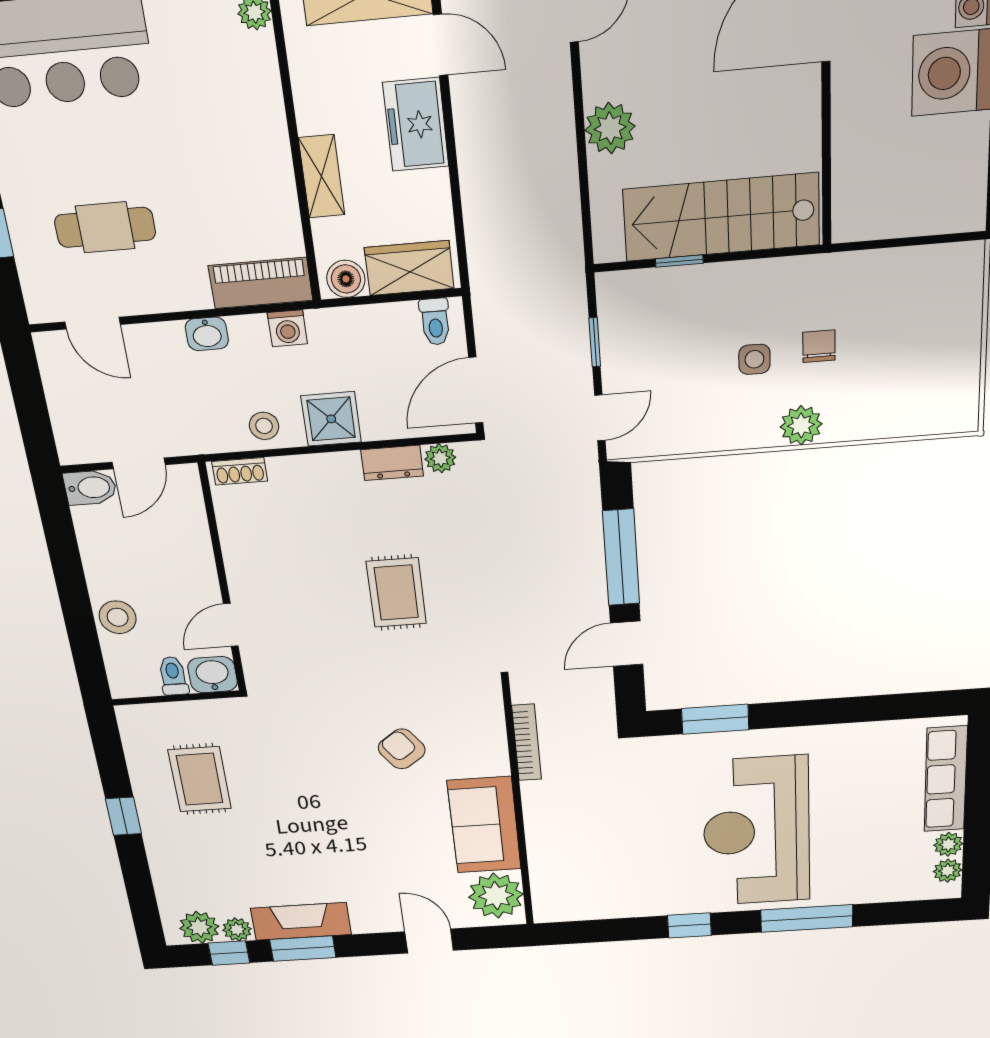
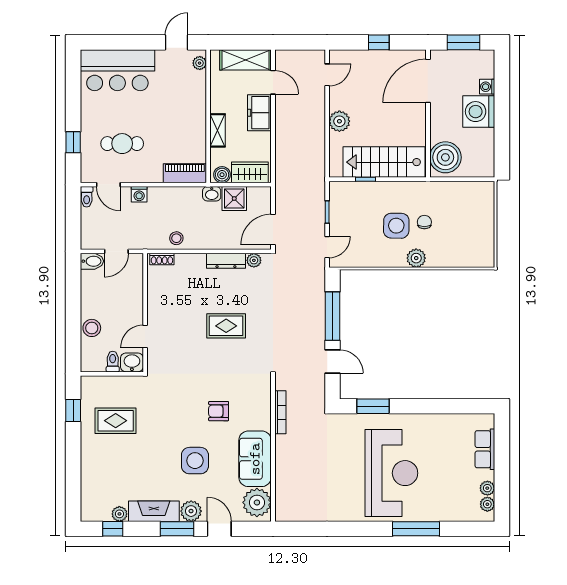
boiler: (869, 193) -> (445, 157), added
toilet: (435, 322) -> (87, 197), moved
washing machine: (287, 328) -> (139, 194), moved
washbasin: (207, 334) -> (212, 194), moved
side table: (754, 359) -> (396, 226), width x1.87, depth x1.87
shower: (331, 419) -> (234, 199), moved
dresser: (392, 463) -> (226, 261), width x1.44
rug: (396, 593) -> (226, 326), turned 90
door: (627, 644) -> (332, 362), swing flipped
armchair: (402, 749) -> (219, 411), turned -54
rug: (200, 779) -> (116, 421), turned 90
row of seats: (946, 779) -> (485, 449), width x0.68
window: (123, 816) -> (73, 410), moved
reception desk: (756, 831) -> (391, 473), turned 180
side table: (367, 836) -> (195, 461), added
window: (689, 925) -> (356, 529), removed
plant: (199, 927) -> (191, 511), moved
window: (303, 949) -> (177, 529), moved

